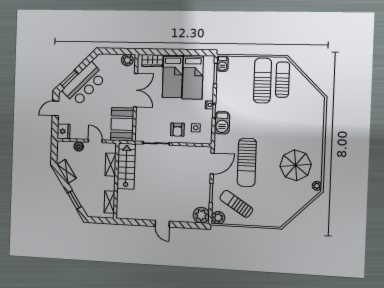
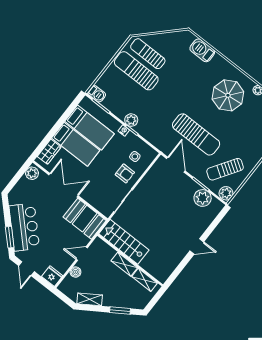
plant: (221, 105) -> (131, 120), added
barbecue: (222, 123) -> (202, 50), moved, turned 180
shelving: (111, 165) -> (124, 264), moved
plant: (201, 215) -> (203, 198), moved

